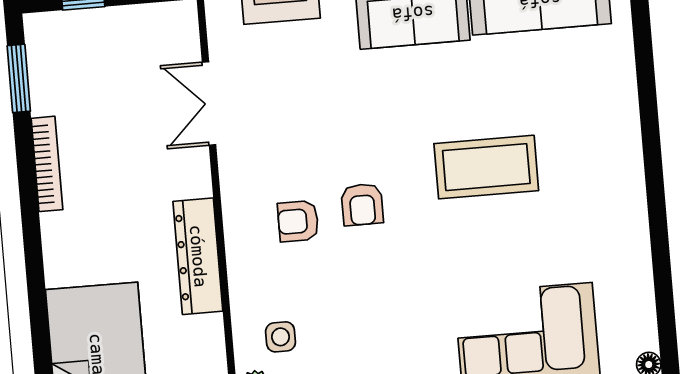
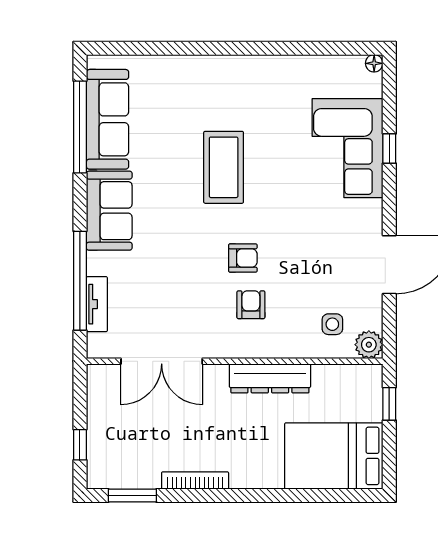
double door: (209, 103) -> (162, 361), width x1.37
armchair: (298, 221) -> (251, 305), turned 180

